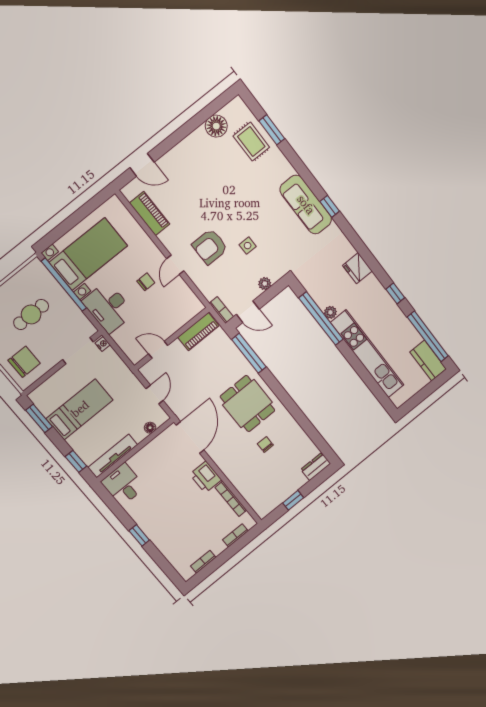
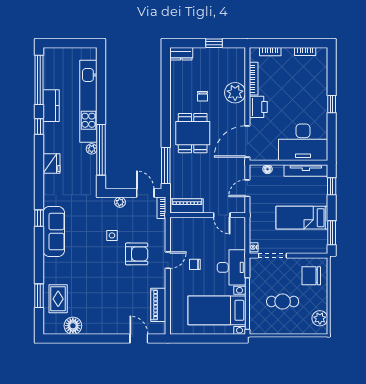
kitchen counter: (428, 361) -> (51, 106), moved
plant: (238, 472) -> (235, 93), added
desk: (123, 484) -> (303, 142), width x1.87, depth x1.30

